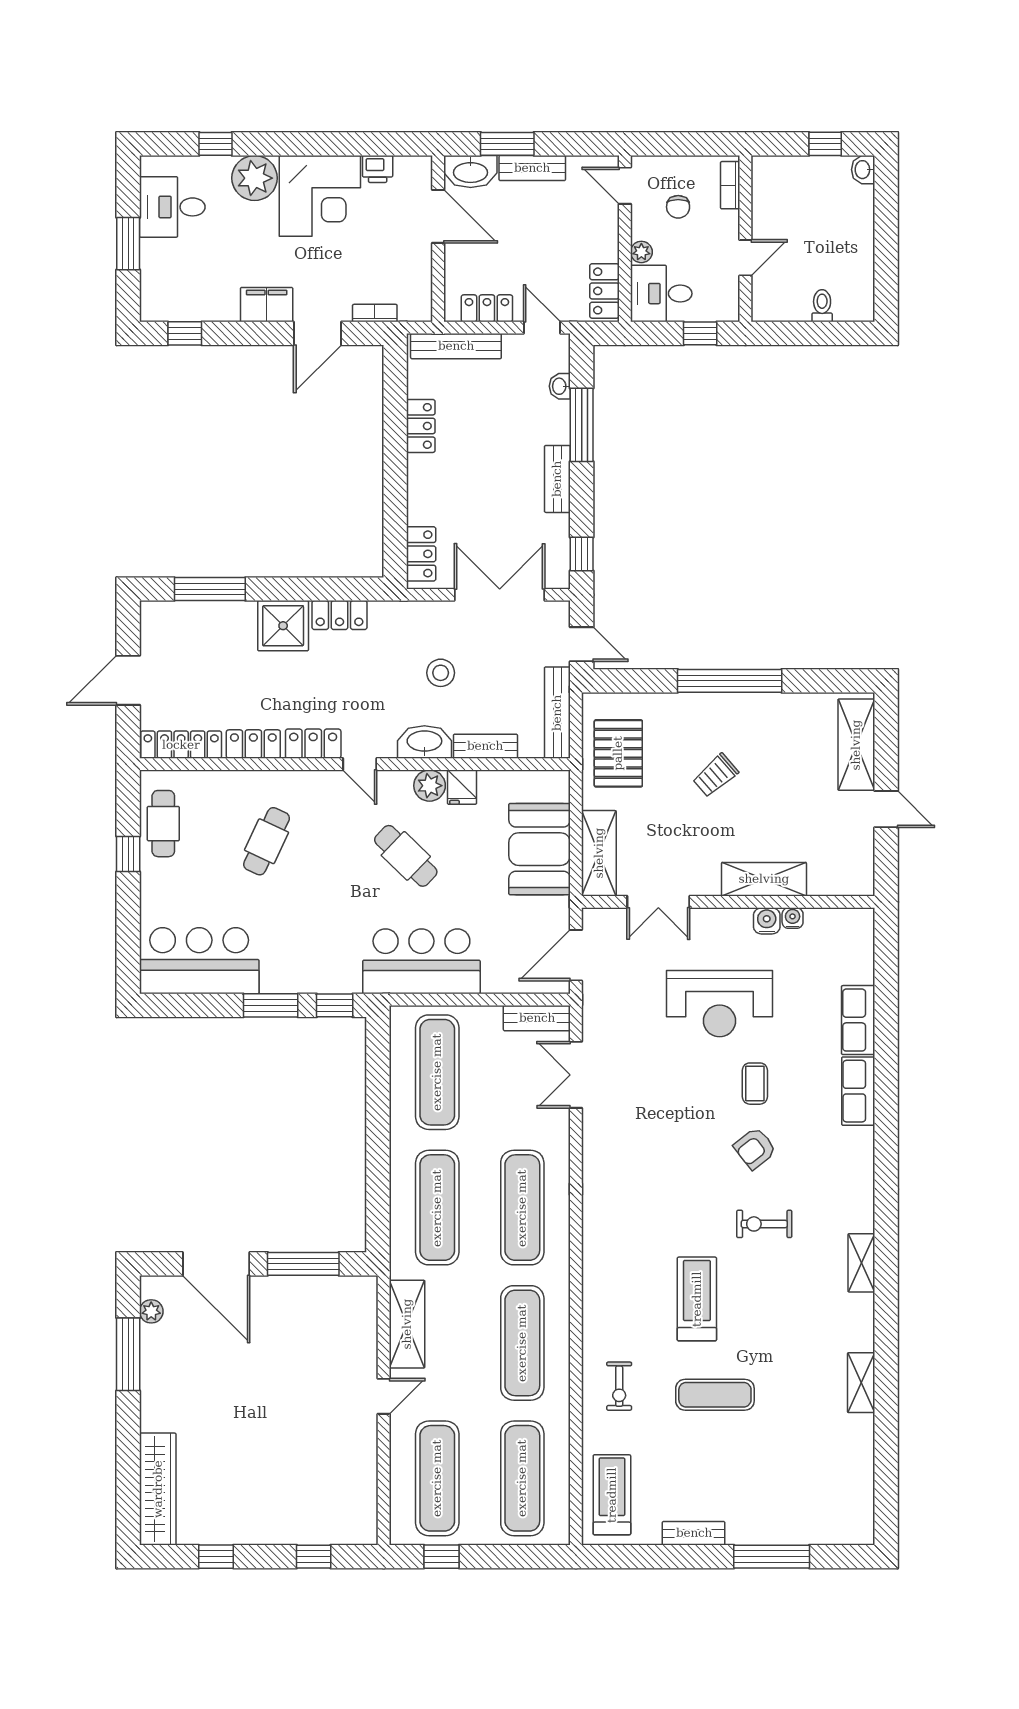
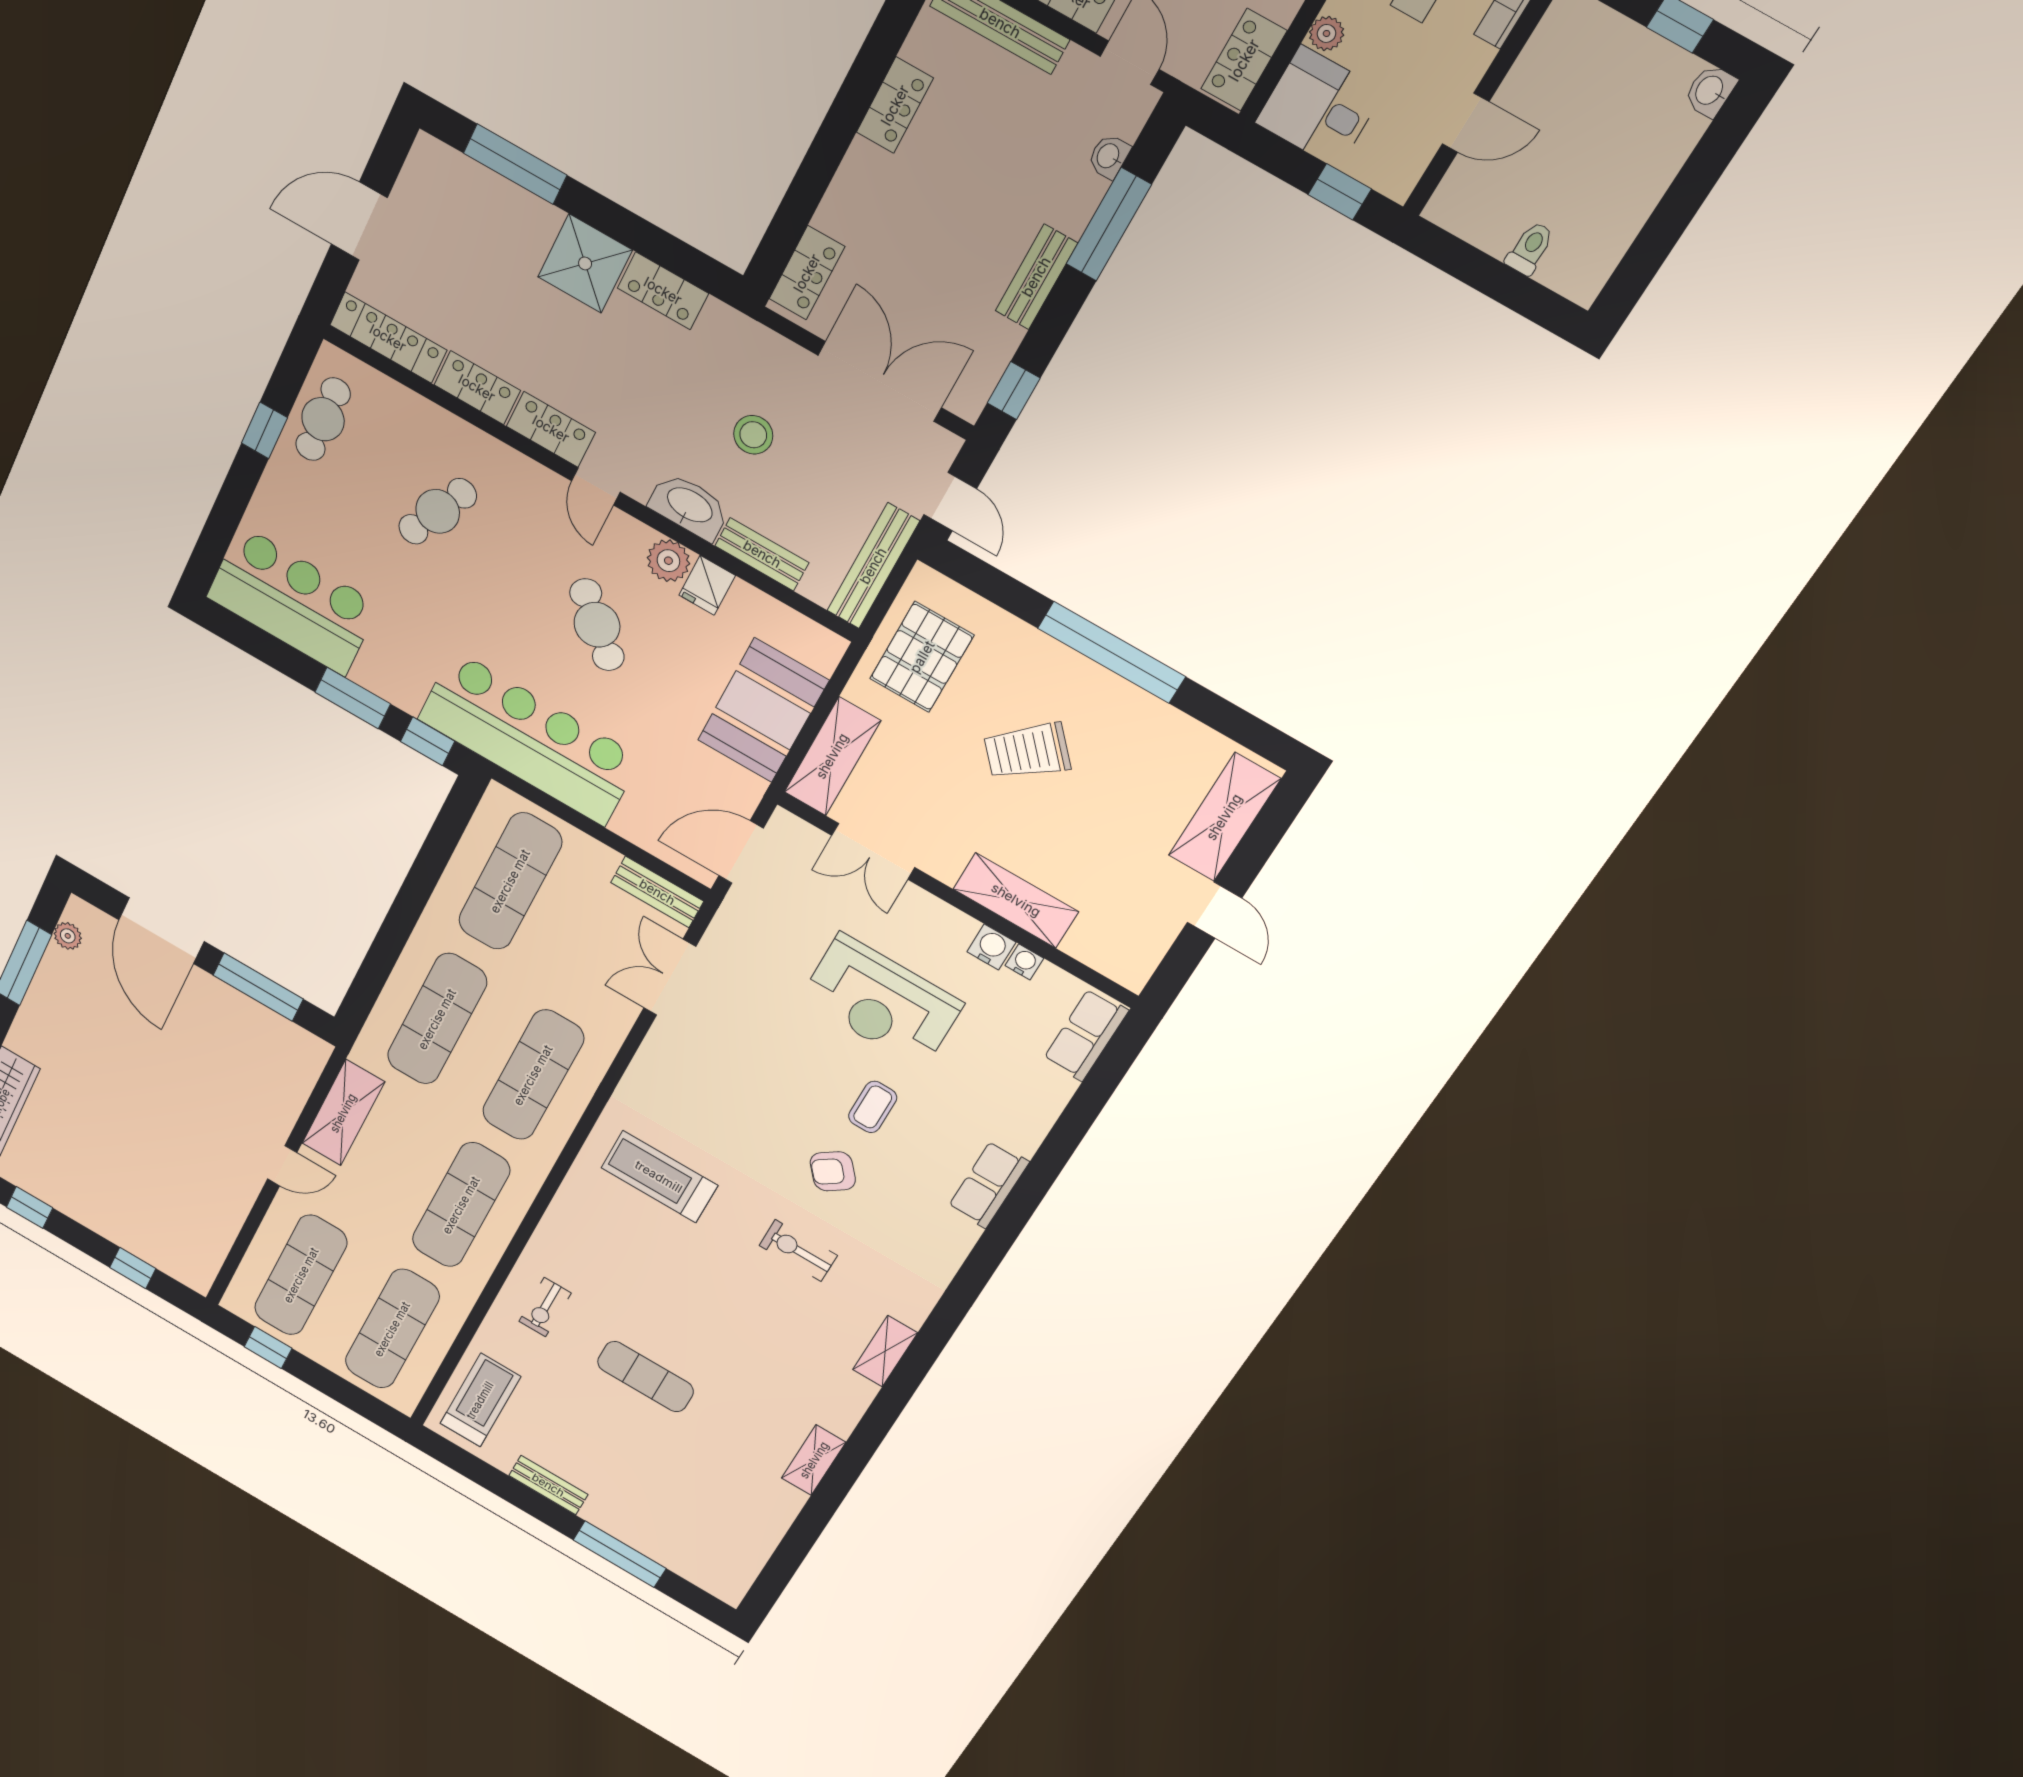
trolley: (715, 775) -> (1027, 751), width x1.36, depth x1.39
bar counter: (421, 961) -> (529, 738), width x1.36
row of seats: (858, 1020) -> (1086, 1035), moved
treadmill: (697, 1299) -> (659, 1177), moved, turned -90

